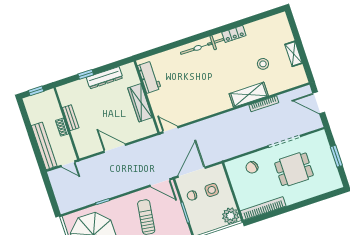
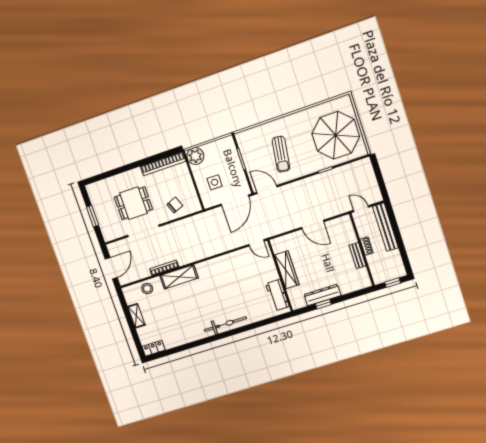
locker: (234, 34) -> (154, 348), moved
stool: (263, 64) -> (147, 289), moved
window: (86, 74) -> (323, 304), moved
door: (319, 103) -> (111, 268), hinge flipped
chair: (192, 195) -> (234, 177), removed

